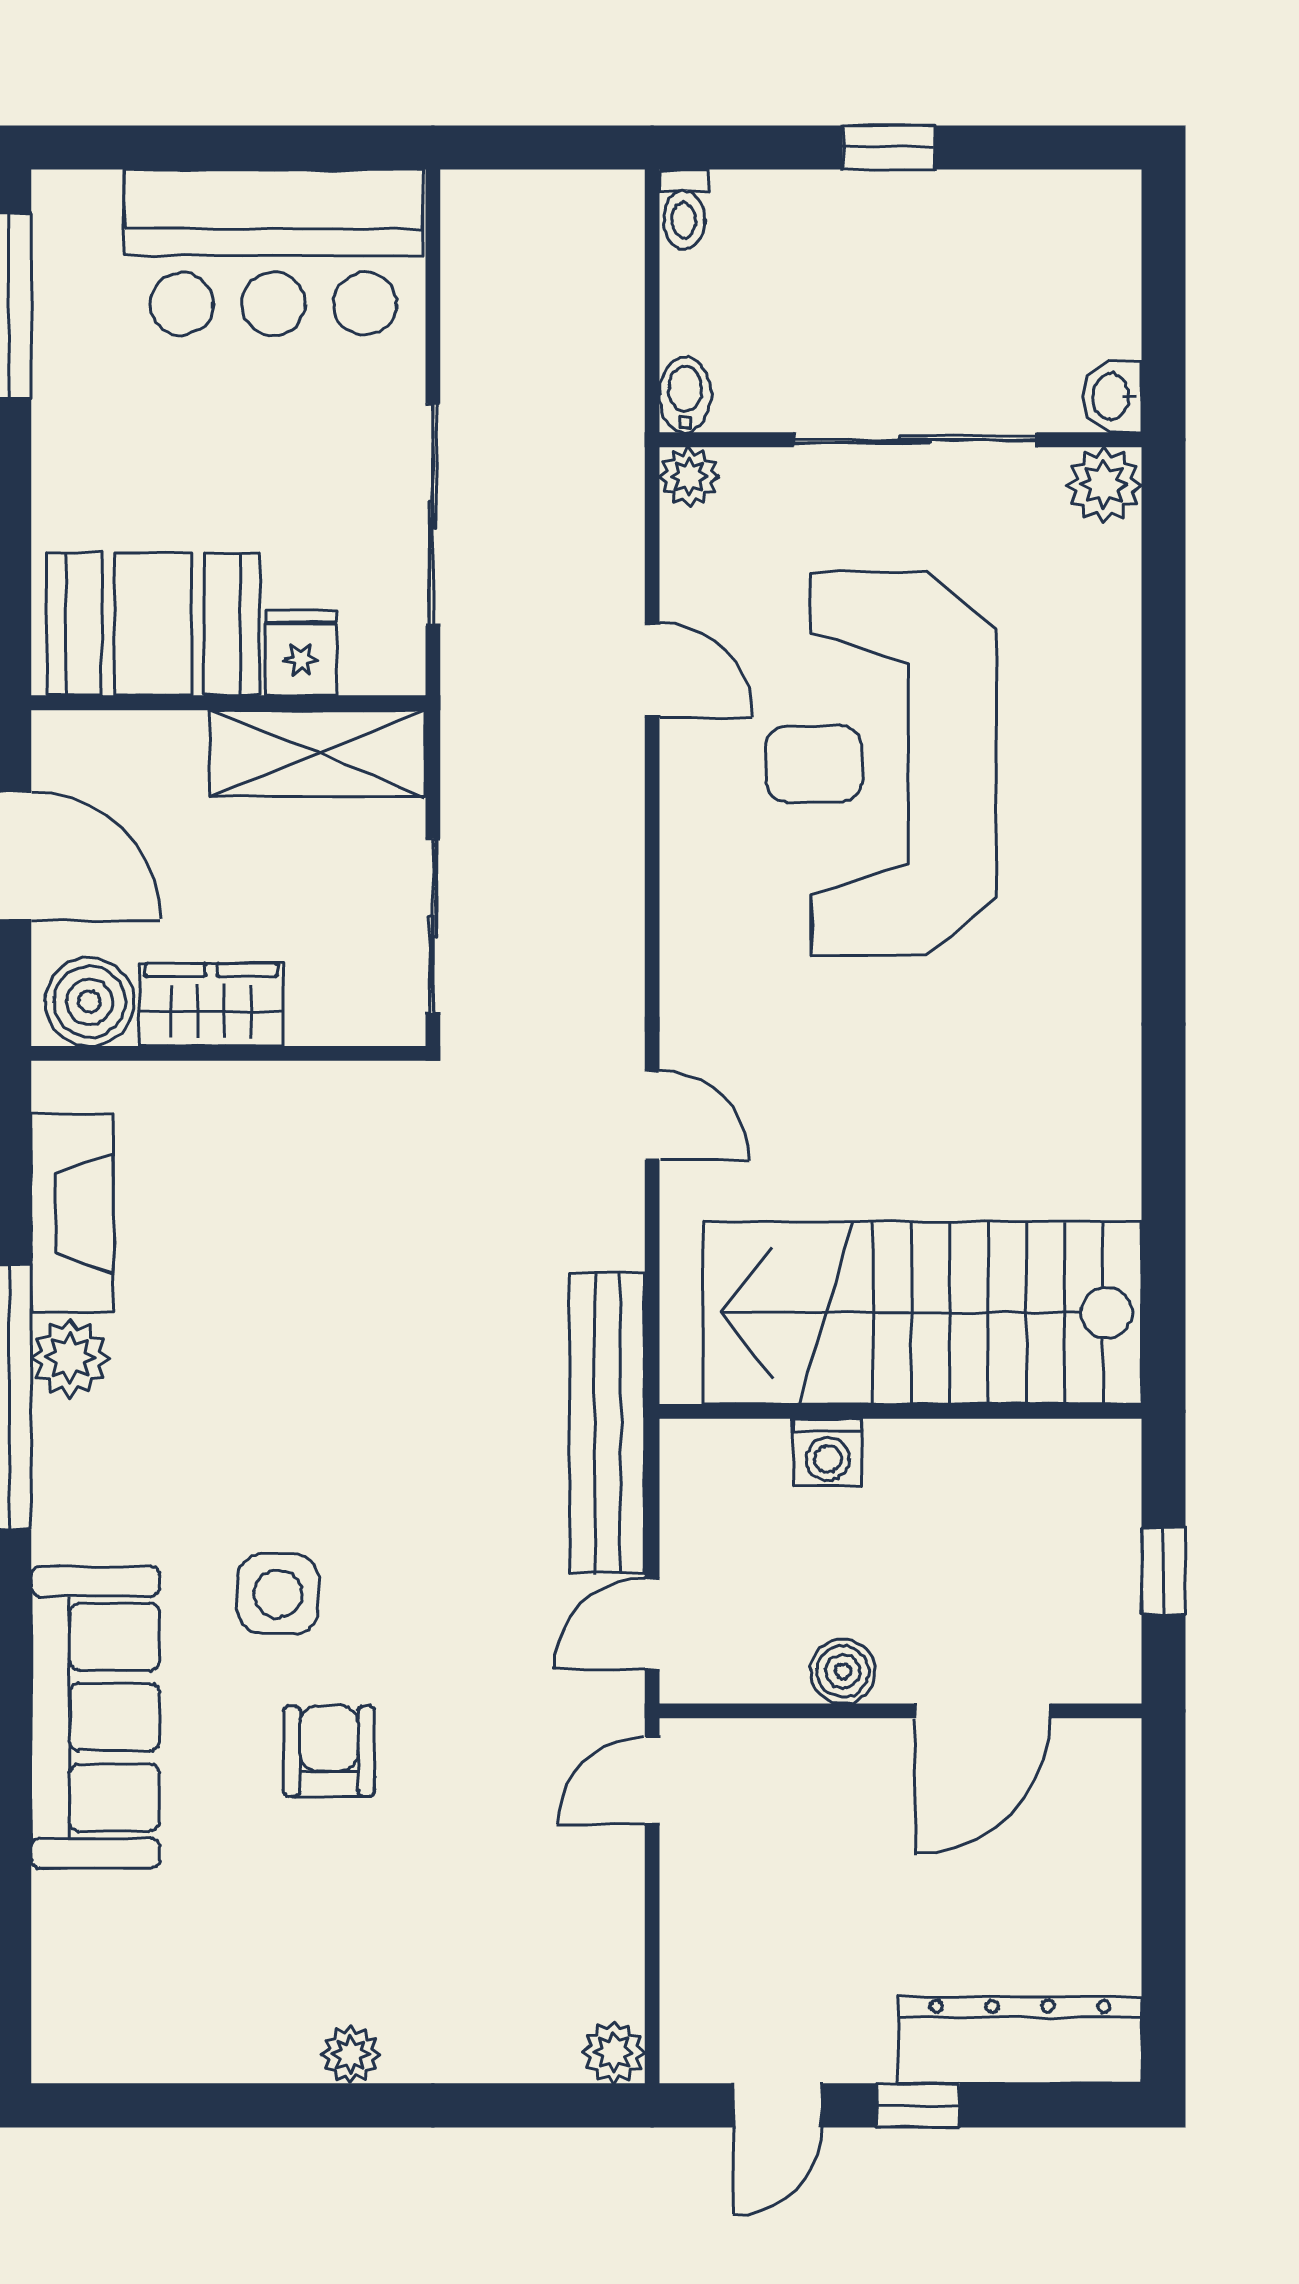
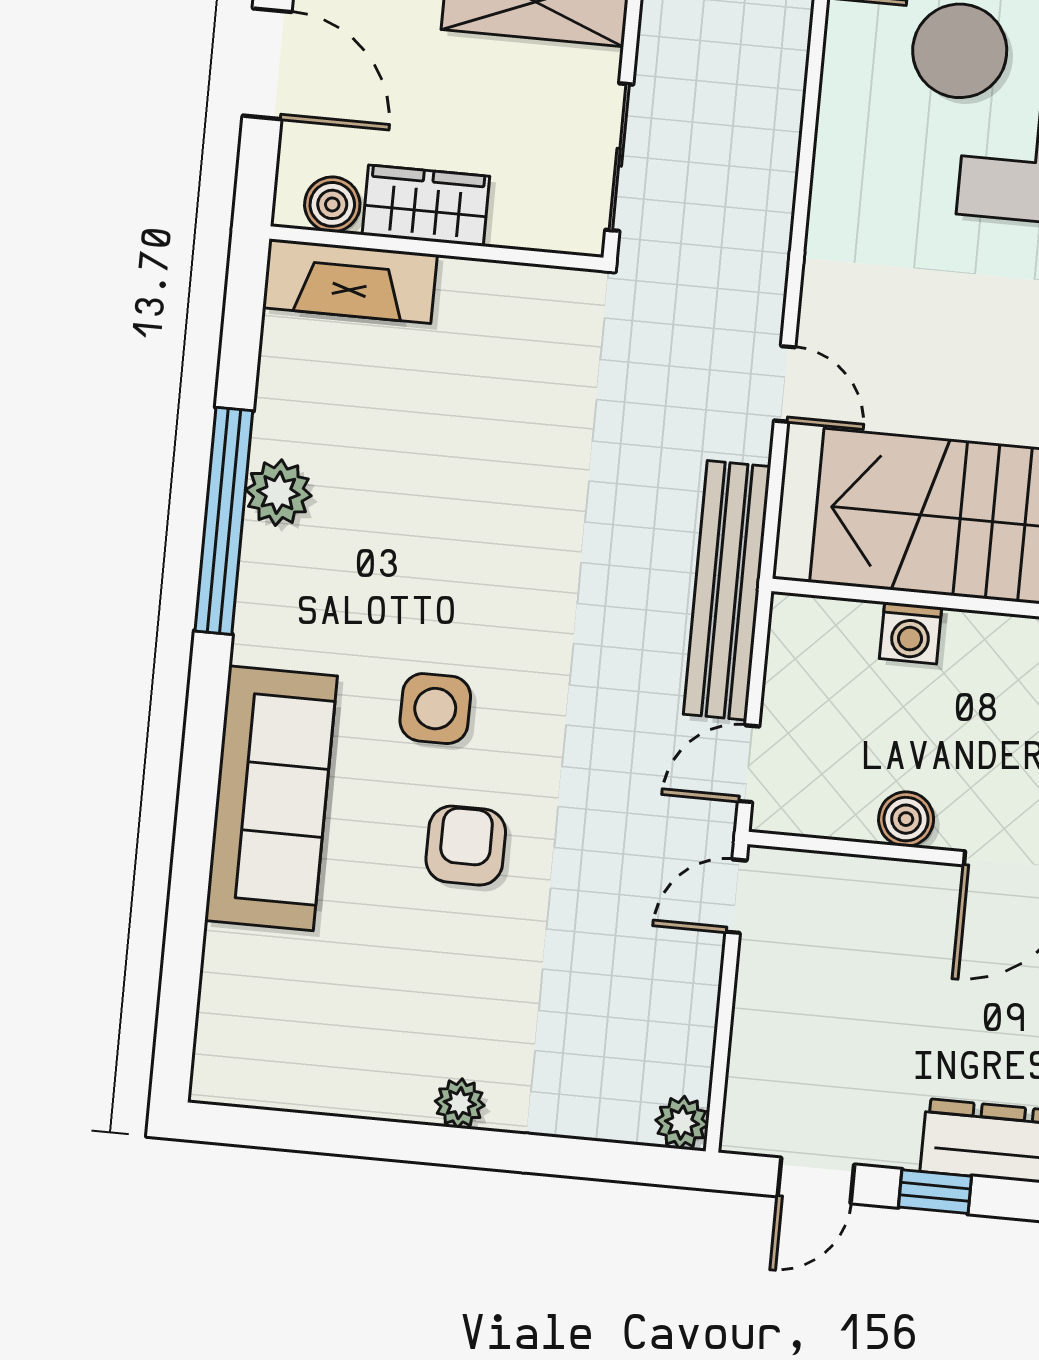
boiler: (90, 1002) -> (332, 204), width x0.73, depth x0.73
door: (652, 1115) -> (785, 384), moved
fireplace: (72, 1214) -> (350, 281), moved, turned 90

